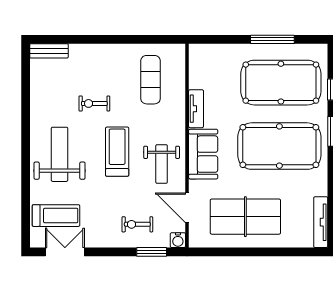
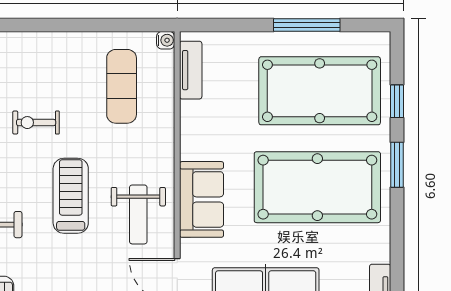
water cooler: (180, 49) -> (166, 40), added
tv unit: (196, 109) -> (191, 70), moved

